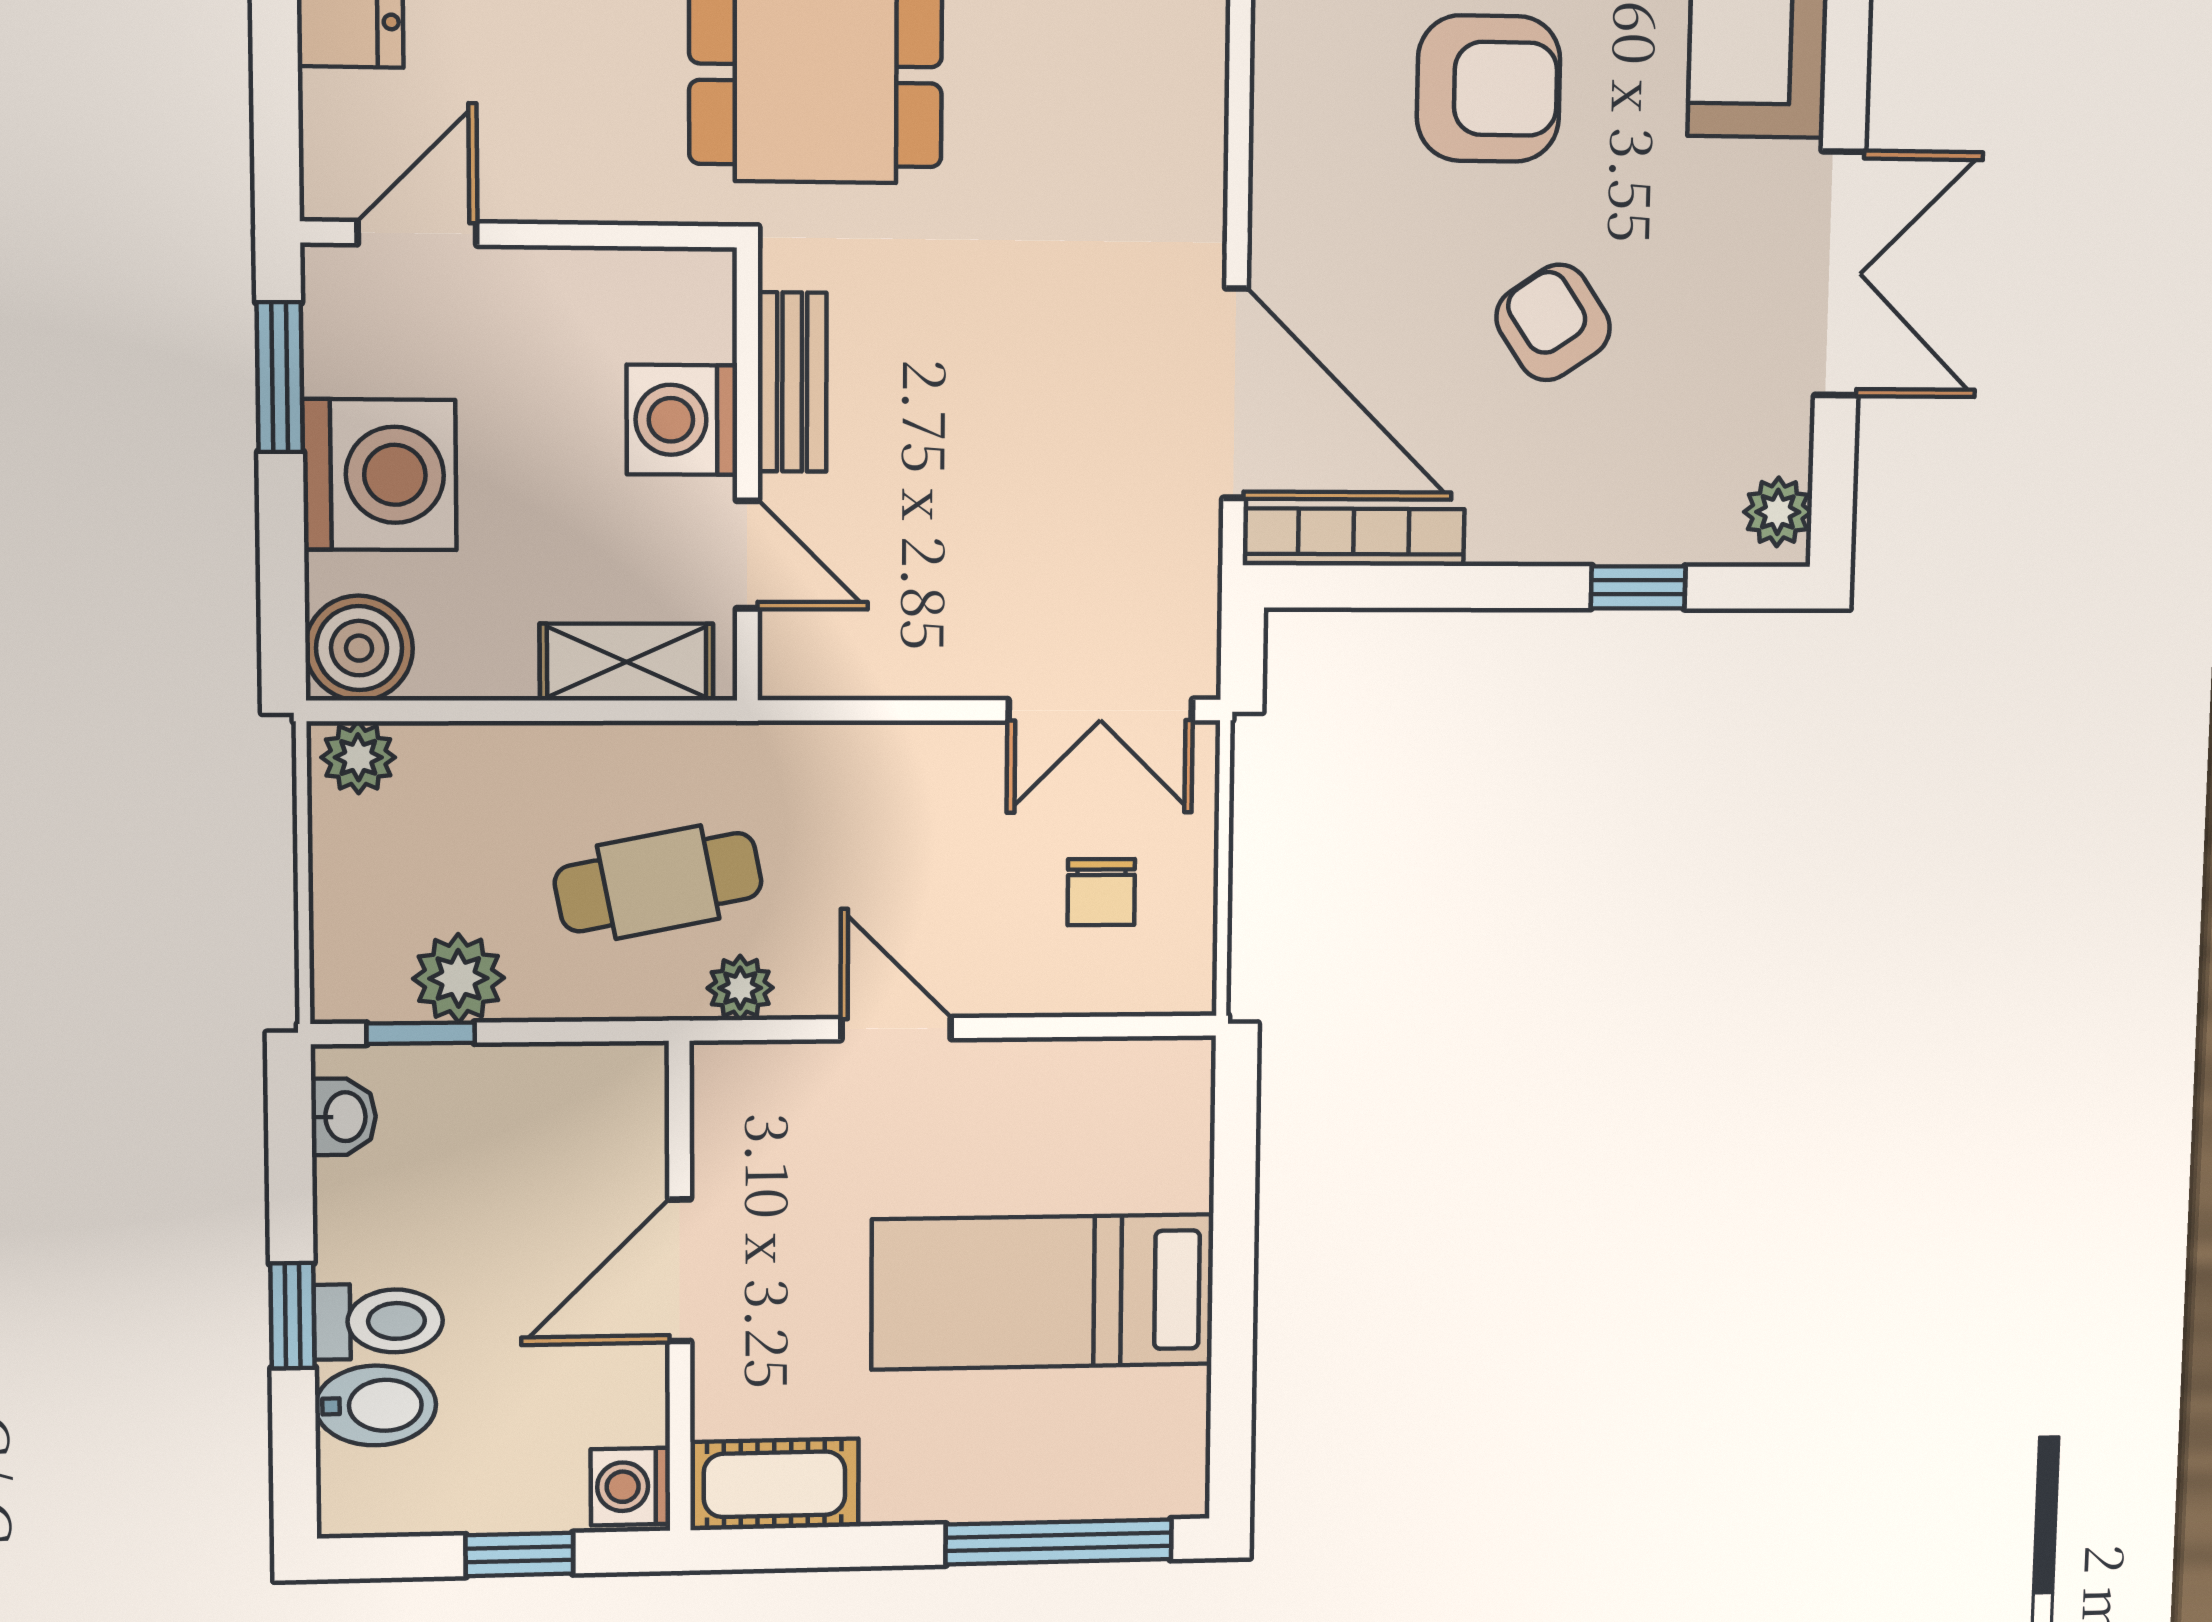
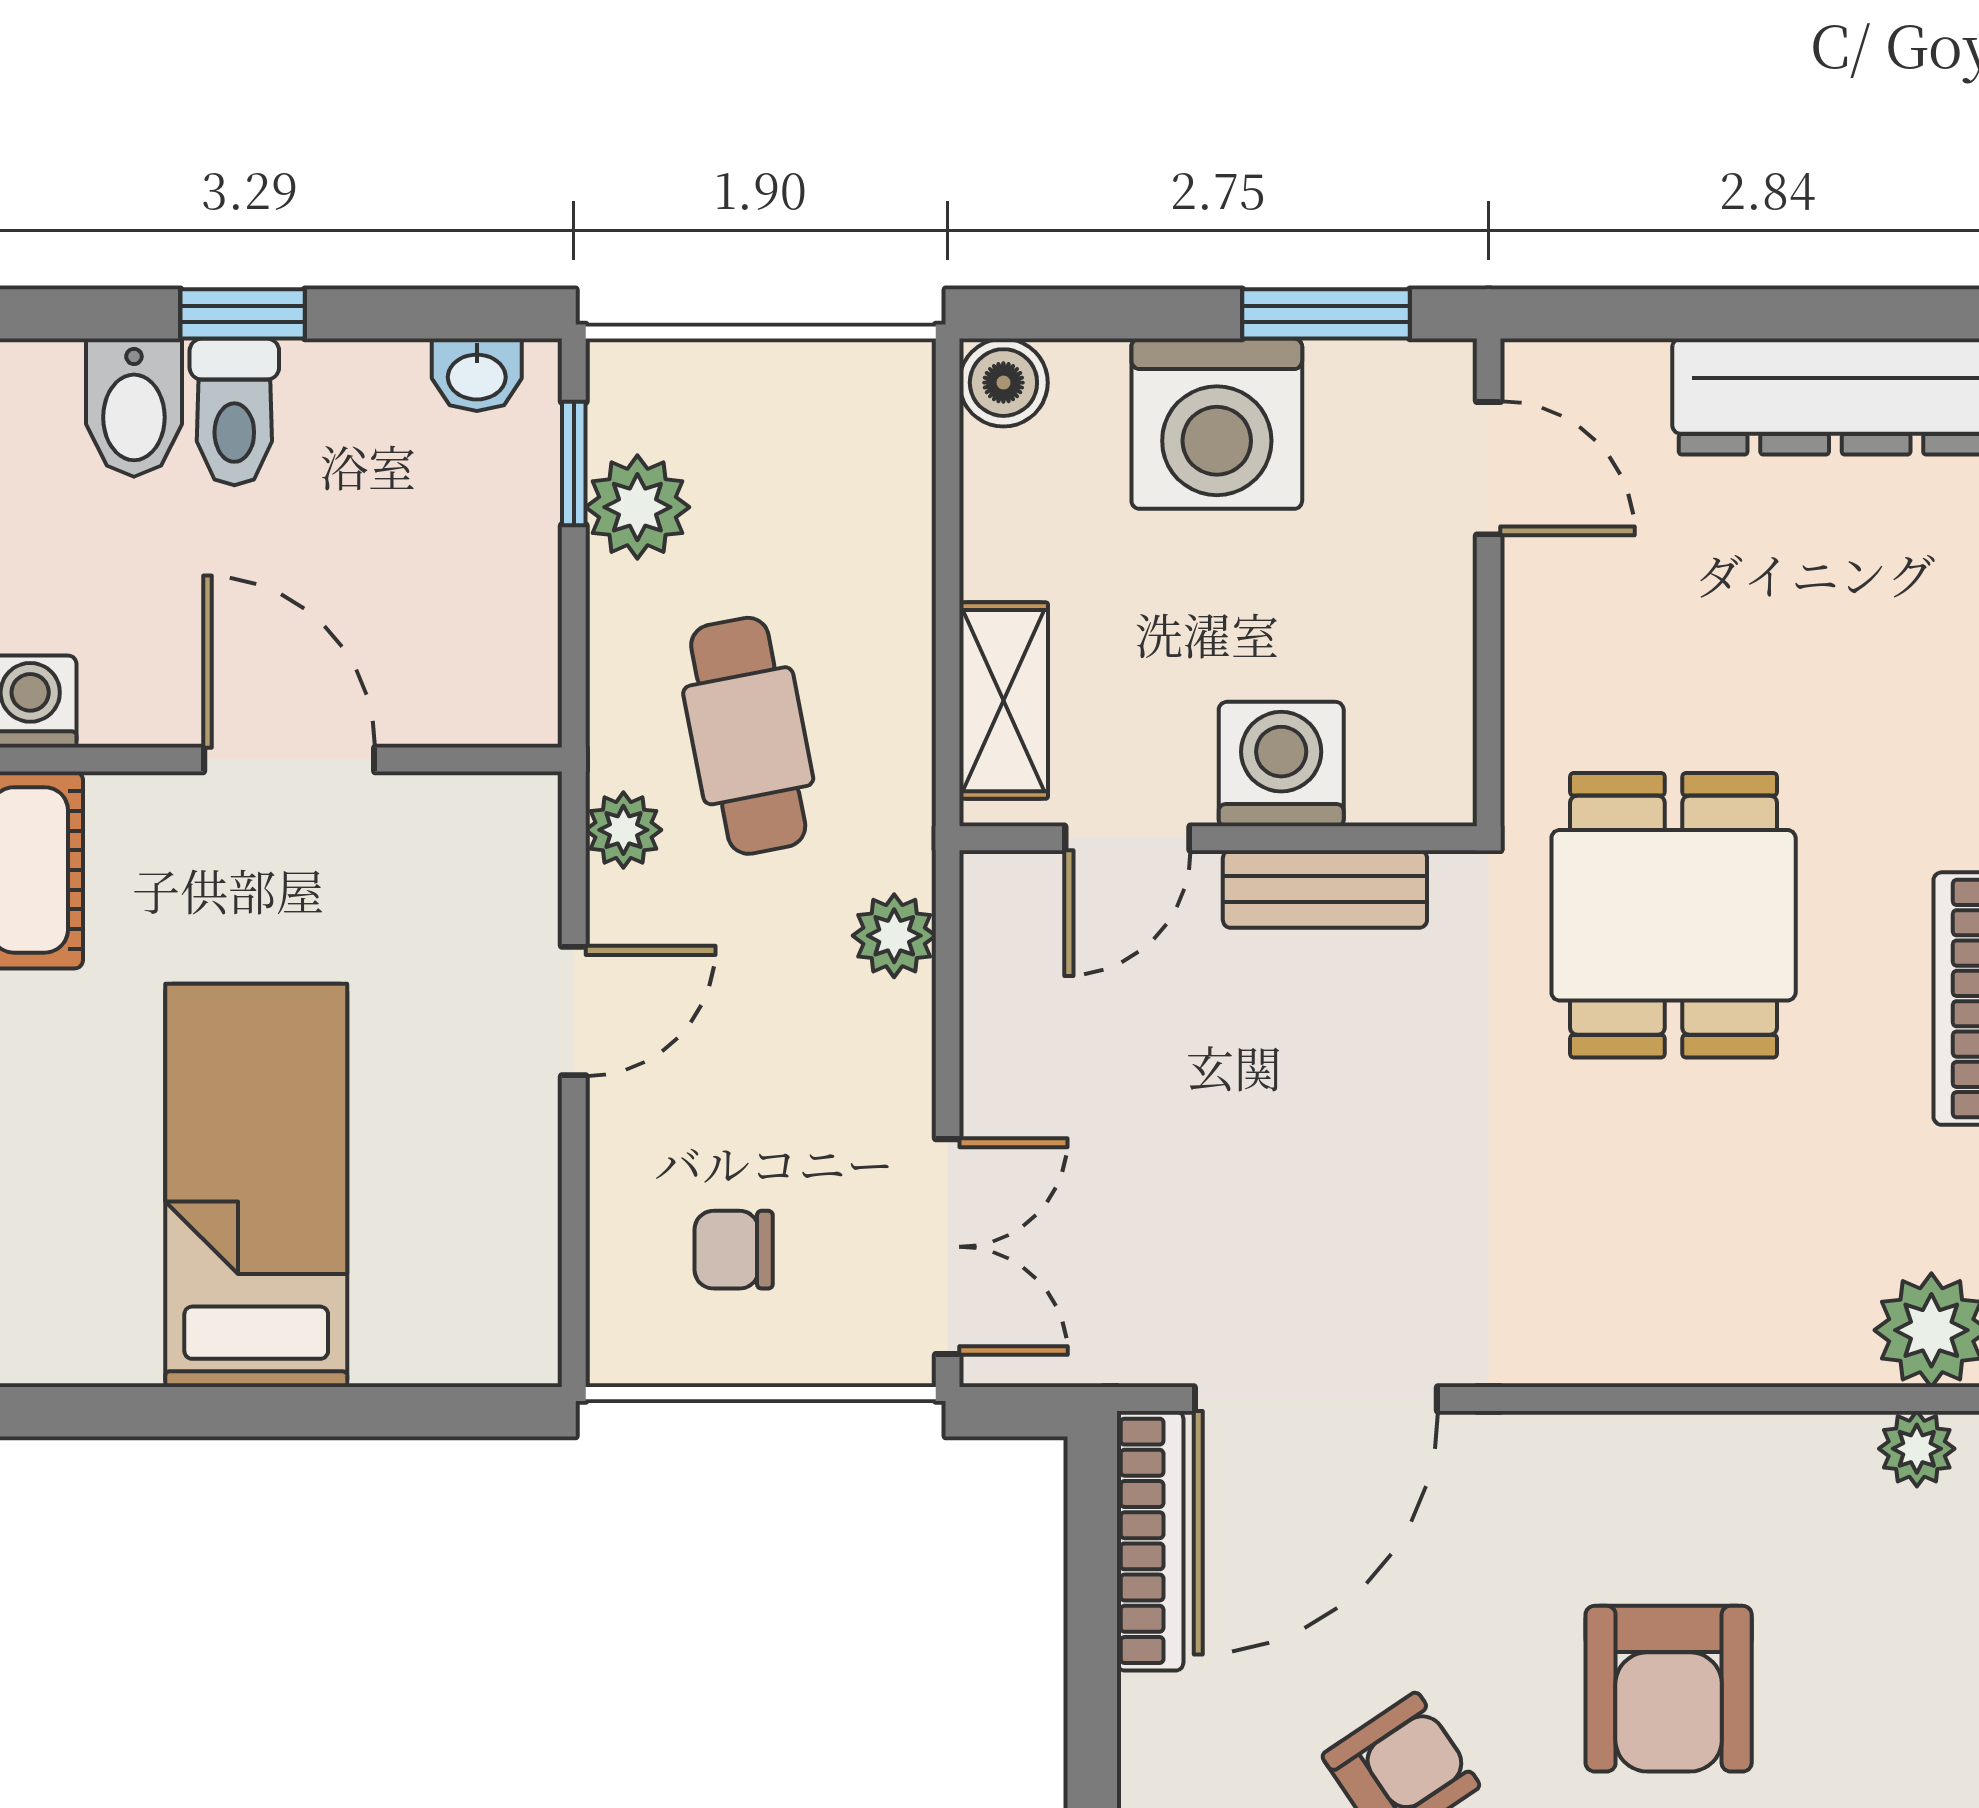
boiler: (359, 648) -> (1003, 383), width x0.73, depth x0.73
double door: (1100, 710) -> (948, 1247), swing flipped
plant: (358, 757) -> (894, 936), moved

